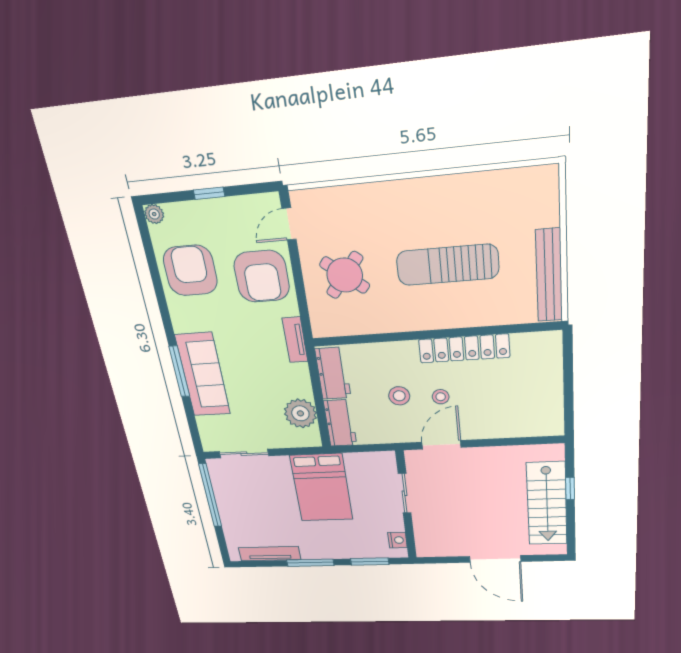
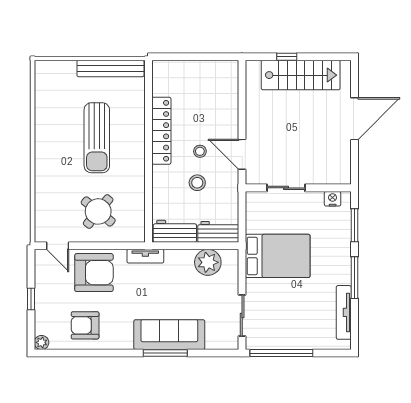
armchair: (190, 271) -> (85, 325), width x0.73, depth x0.73

